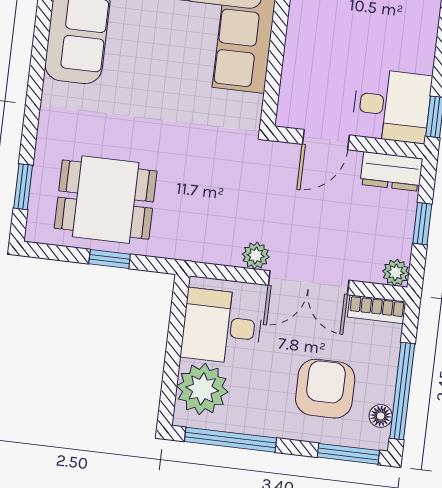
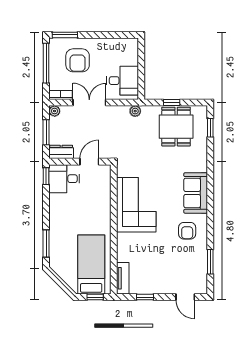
dining table: (106, 200) -> (176, 127), turned 90
window: (422, 224) -> (46, 132), width x1.50
plant: (256, 256) -> (135, 111), moved
plant: (202, 389) -> (128, 54), removed
floor lamp: (381, 416) -> (54, 52), removed
window: (231, 440) -> (114, 35), removed

